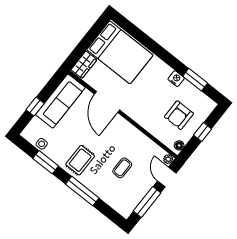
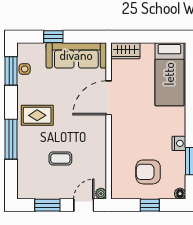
bed: (120, 52) -> (169, 74), width x0.67
floor lamp: (179, 145) -> (180, 194), moved
window: (46, 162) -> (11, 71), moved
window: (147, 202) -> (47, 205), width x0.69

